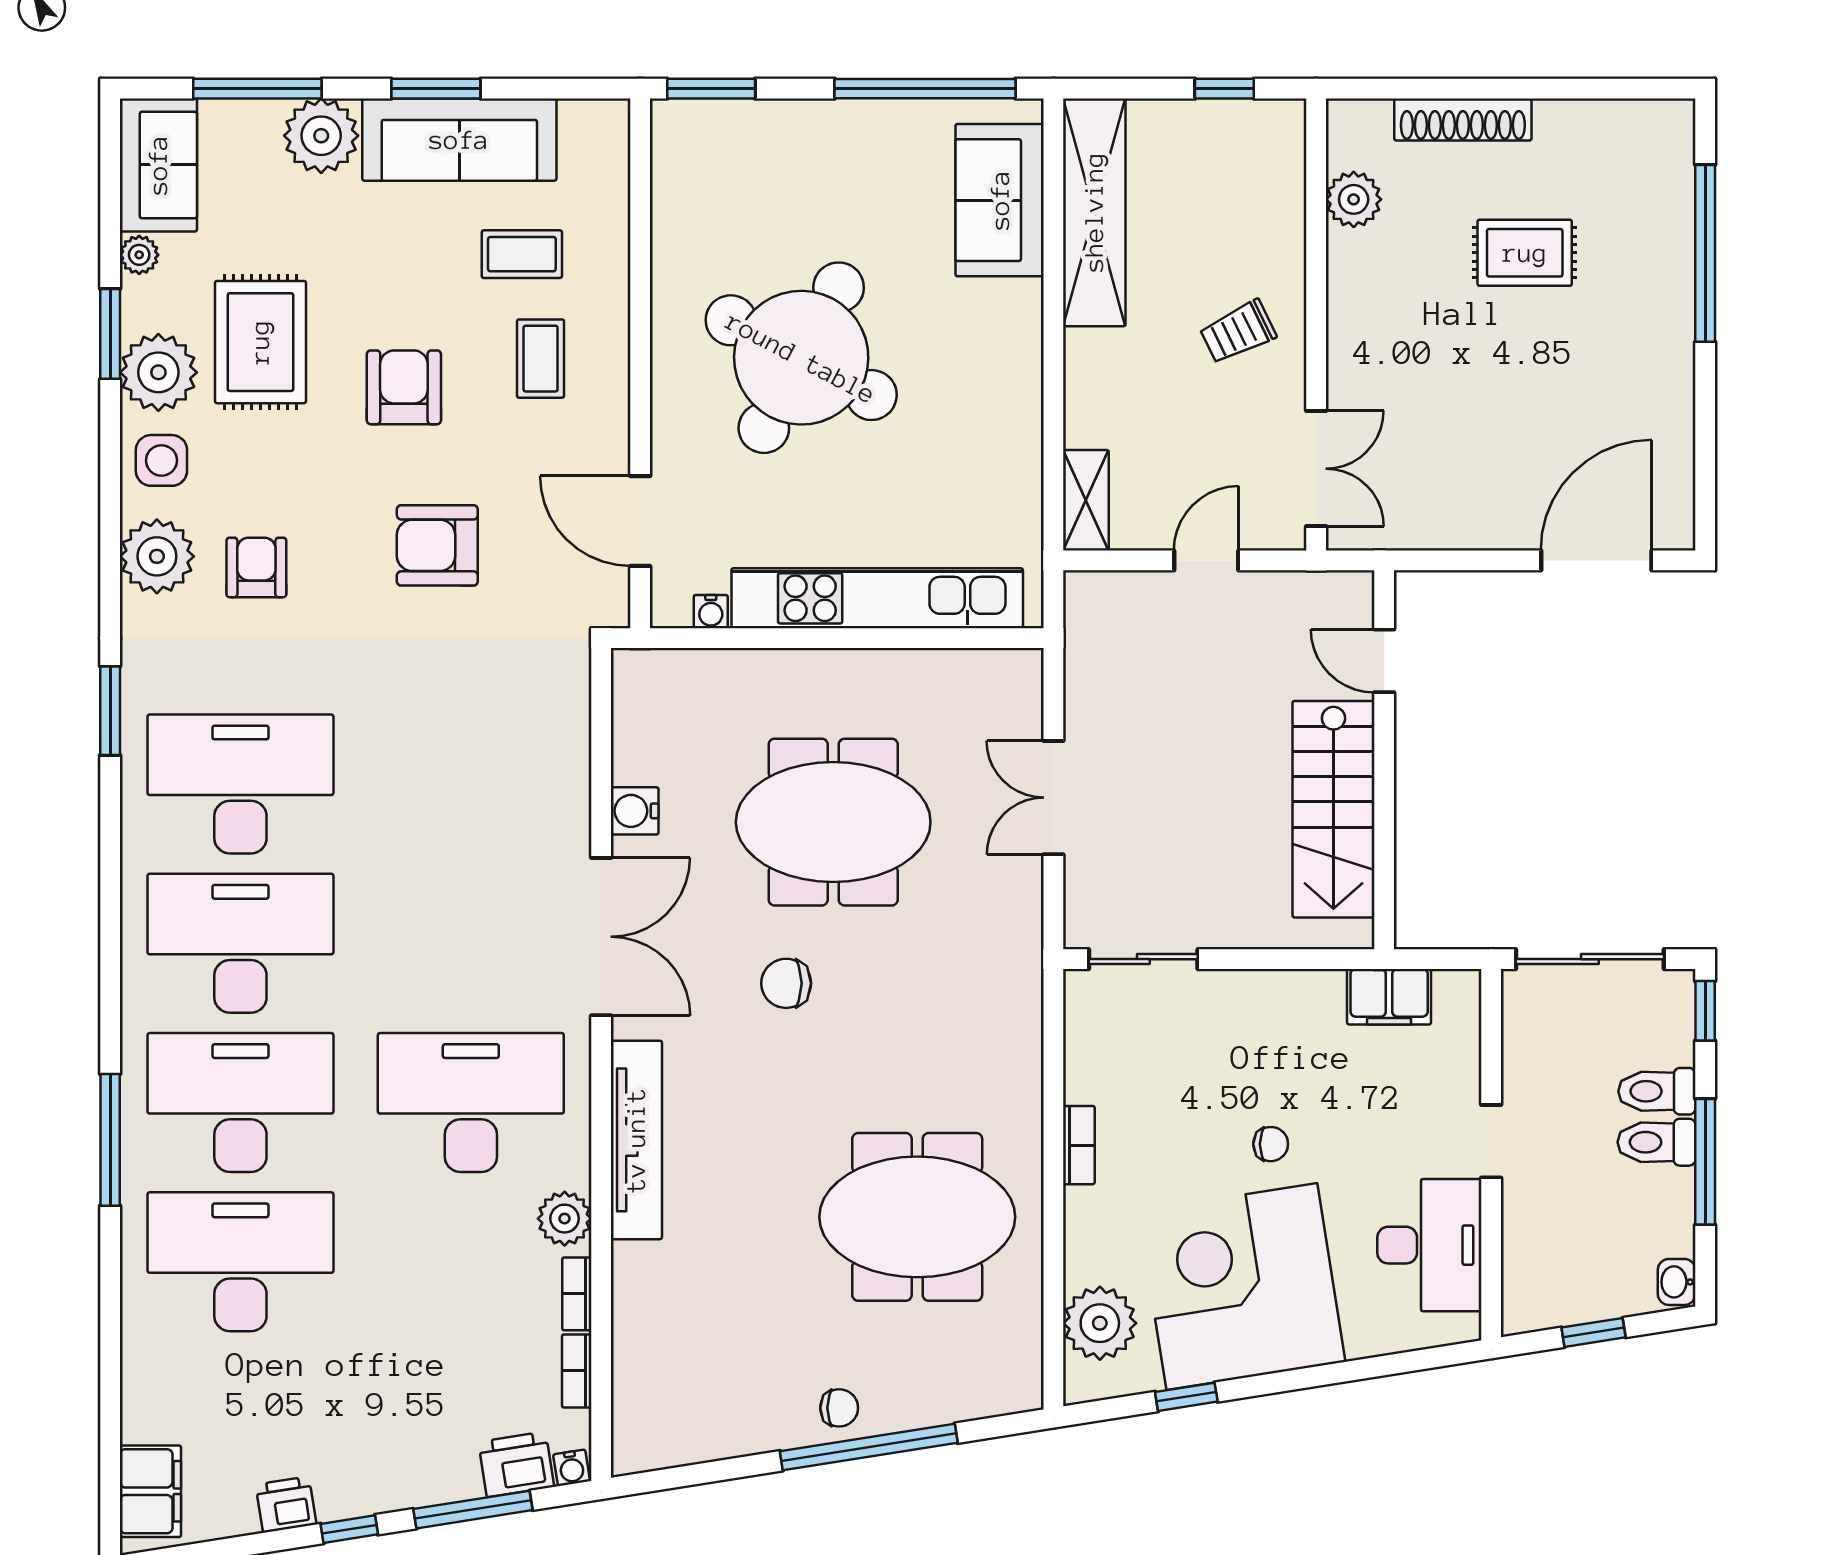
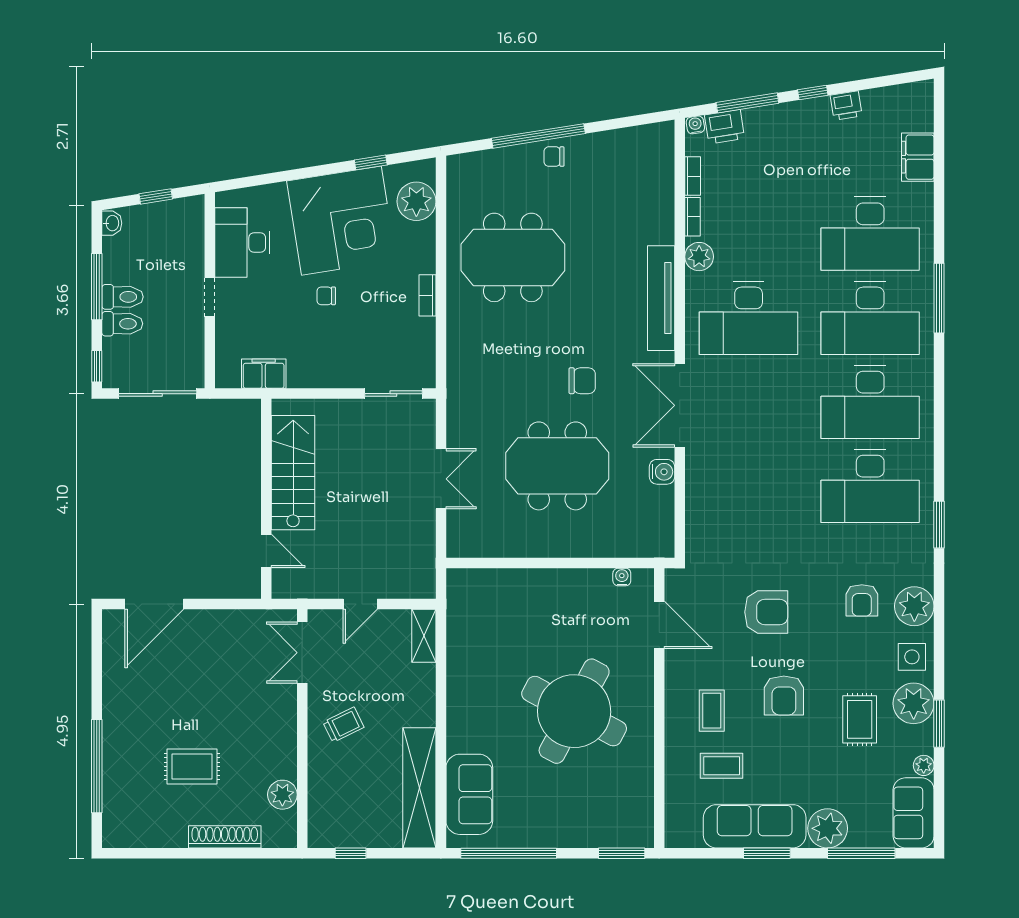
rug: (260, 342) -> (860, 719), width x0.73, depth x0.70
kitchen unit: (877, 598) -> (534, 584), removed
filing cabinet: (150, 1491) -> (918, 157), moved

